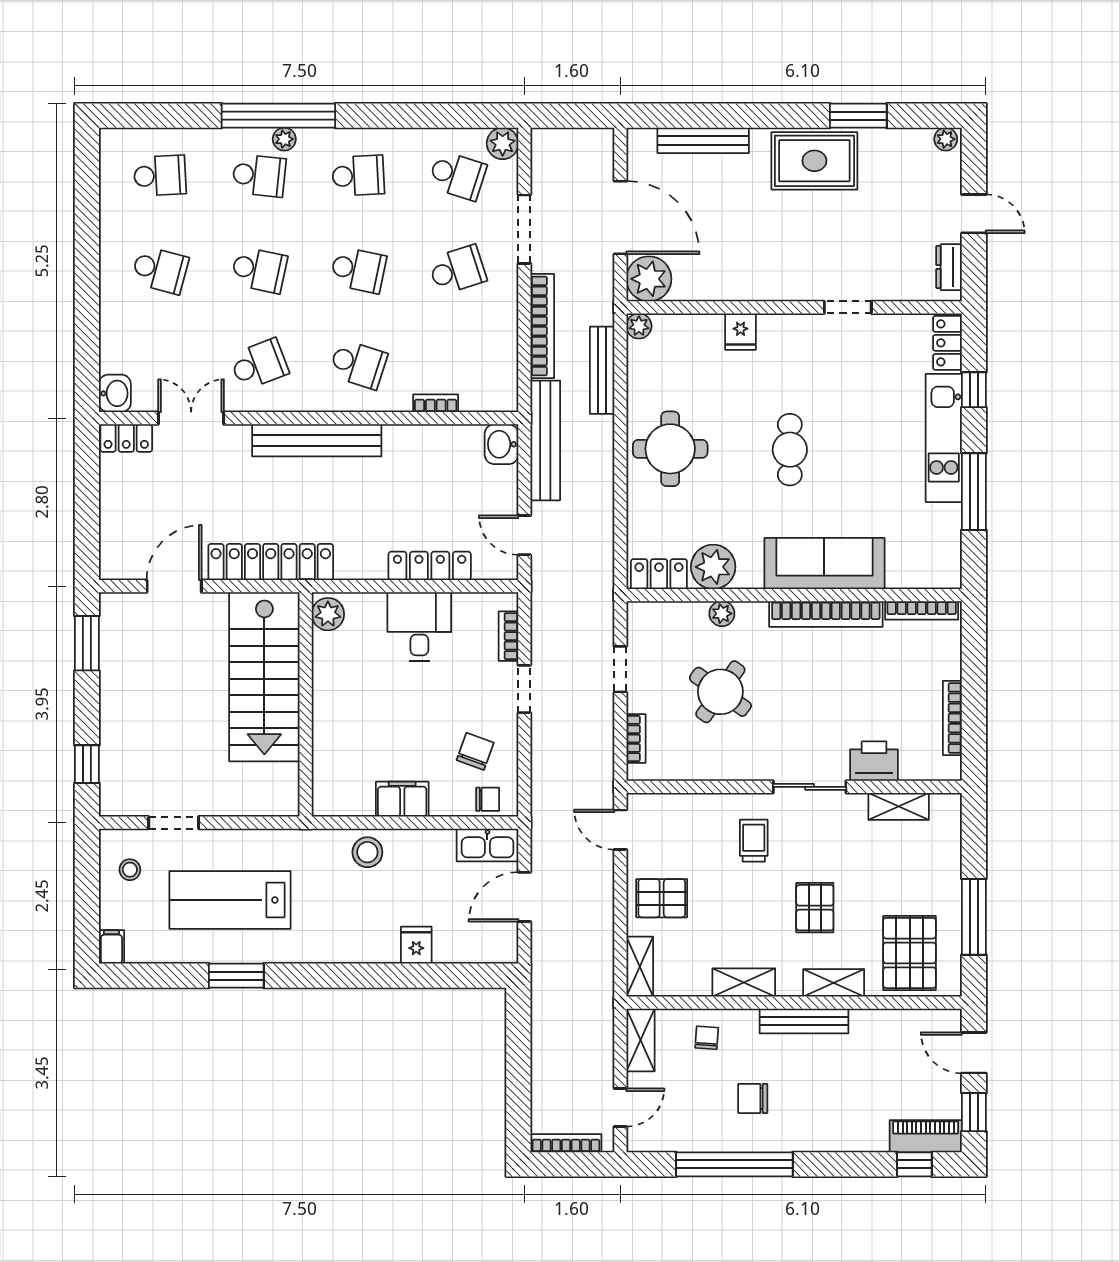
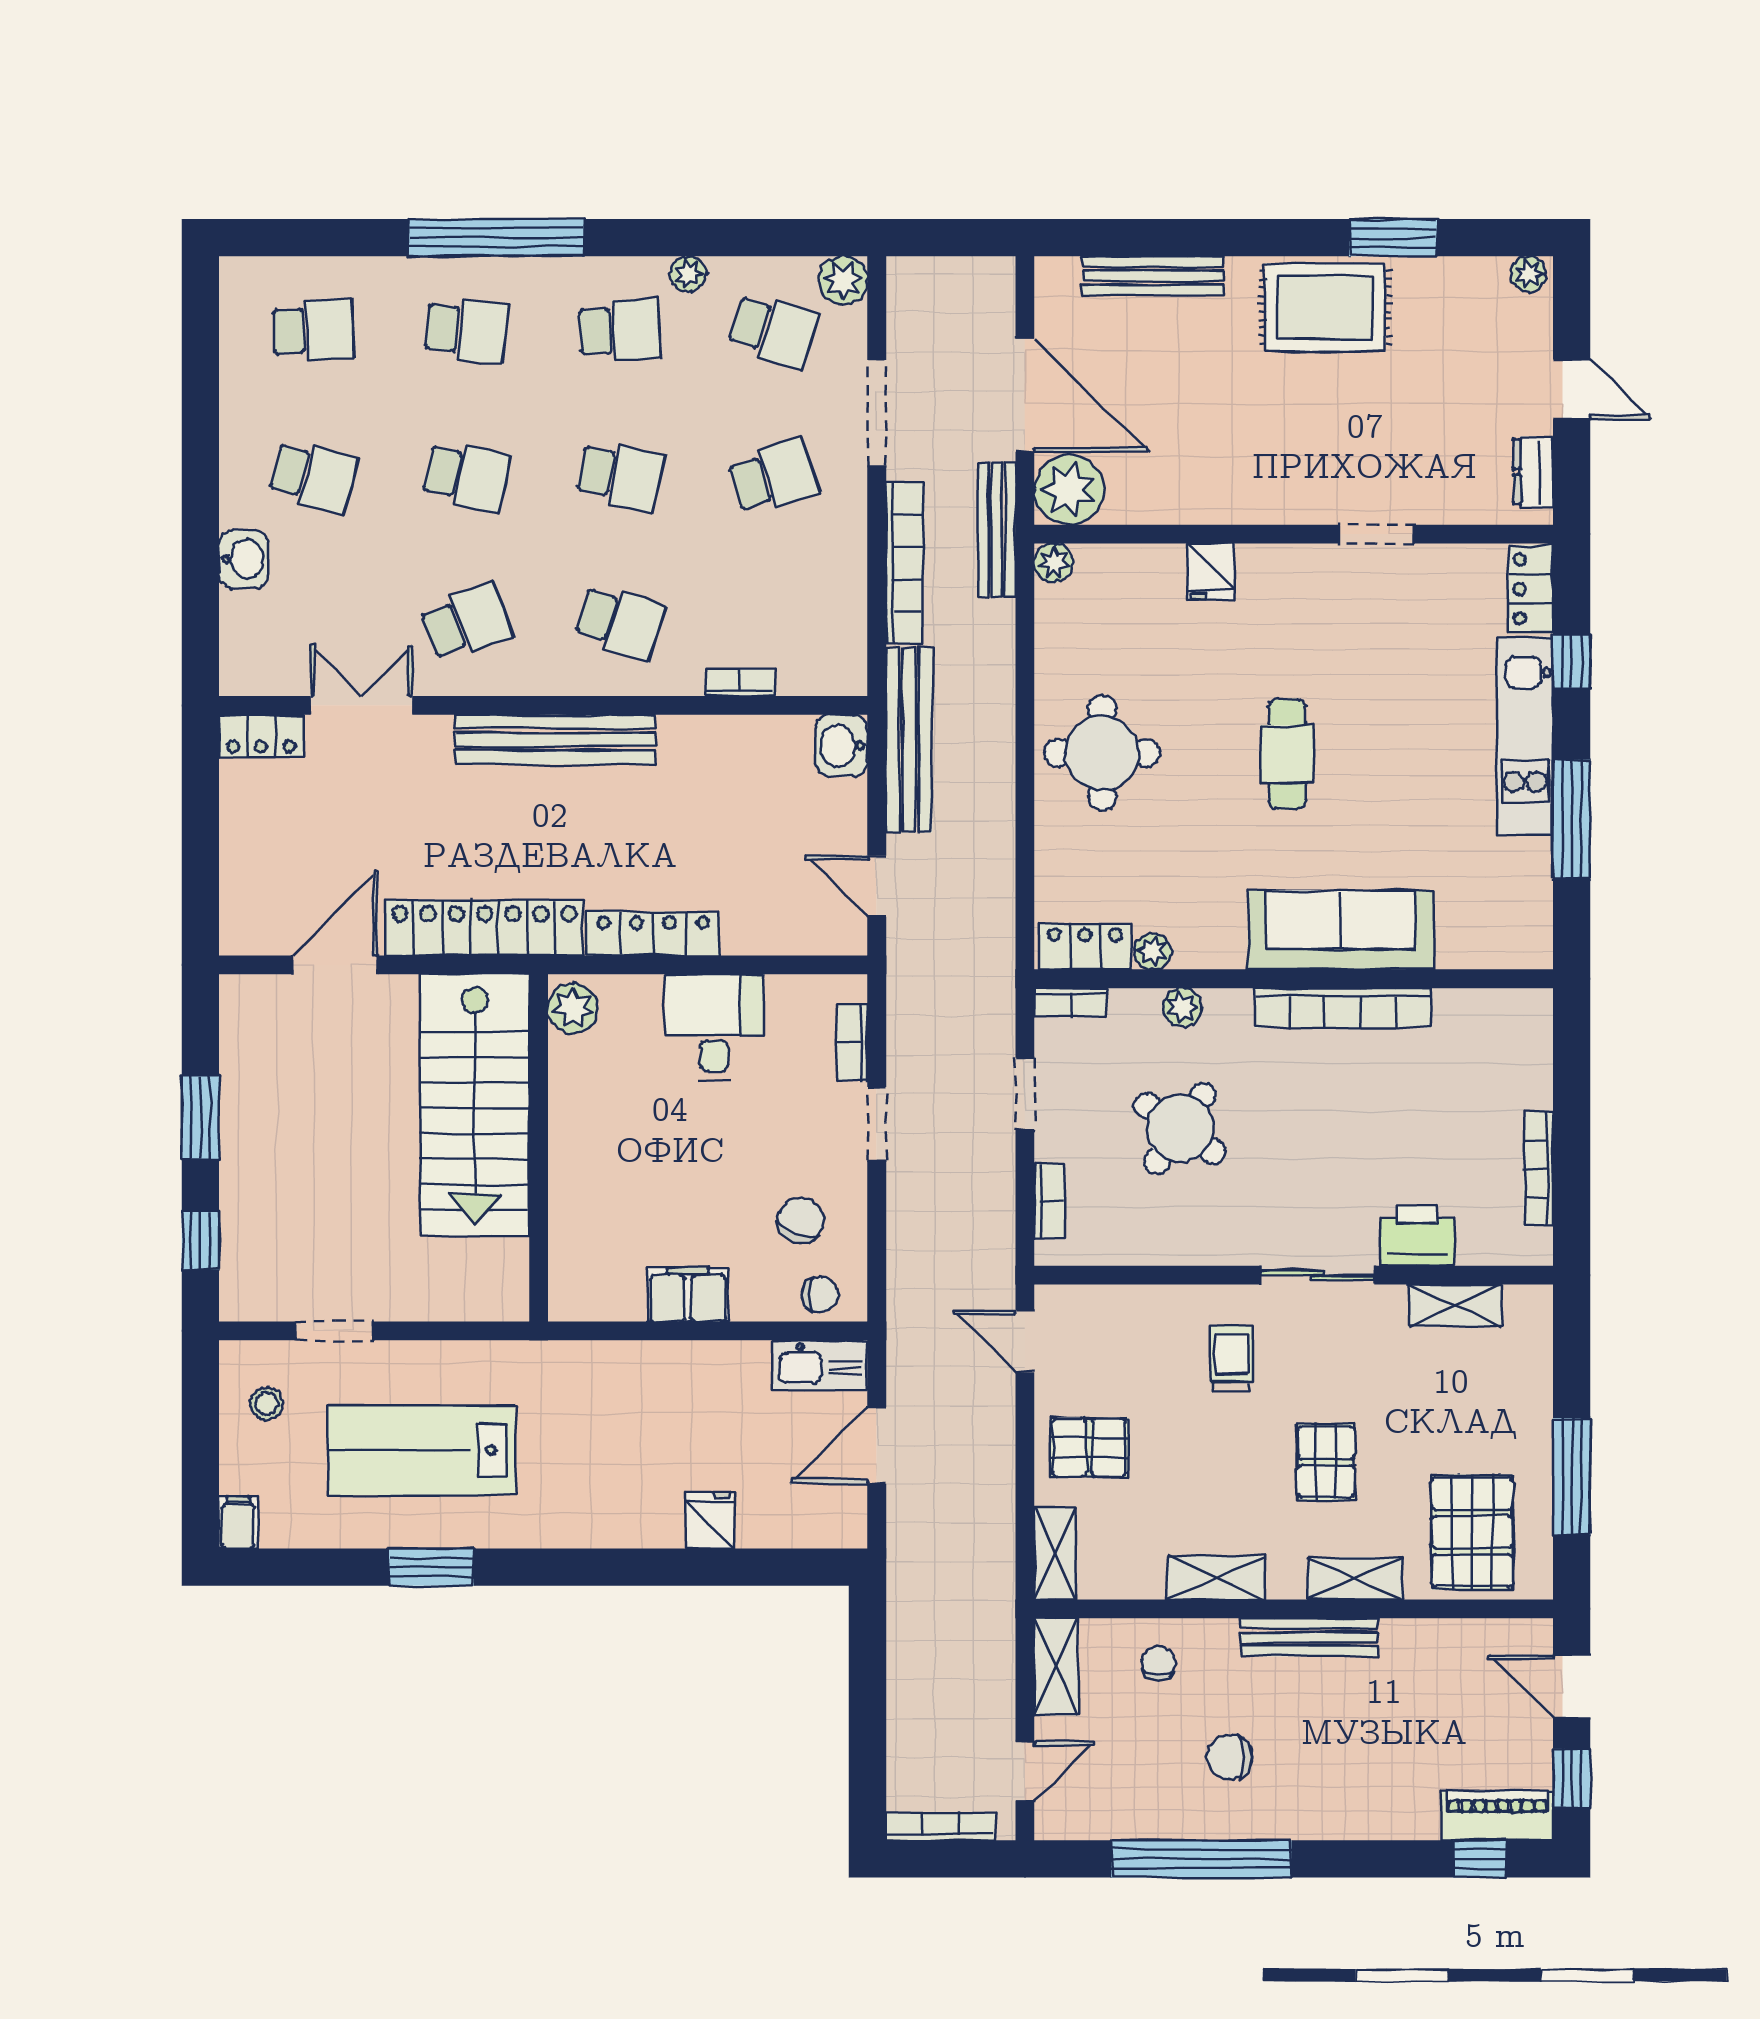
plant: (284, 139) -> (688, 274), moved
bench: (602, 370) -> (997, 530), moved
washbasin: (115, 393) -> (244, 559), moved
locker: (430, 566) -> (653, 934), moved
plant: (713, 567) -> (1153, 951), width x0.53, depth x0.53
bookcase: (922, 610) -> (1070, 1002), moved, width x0.64
window: (87, 643) -> (200, 1117), moved
stool: (367, 852) -> (634, 1376), removed

